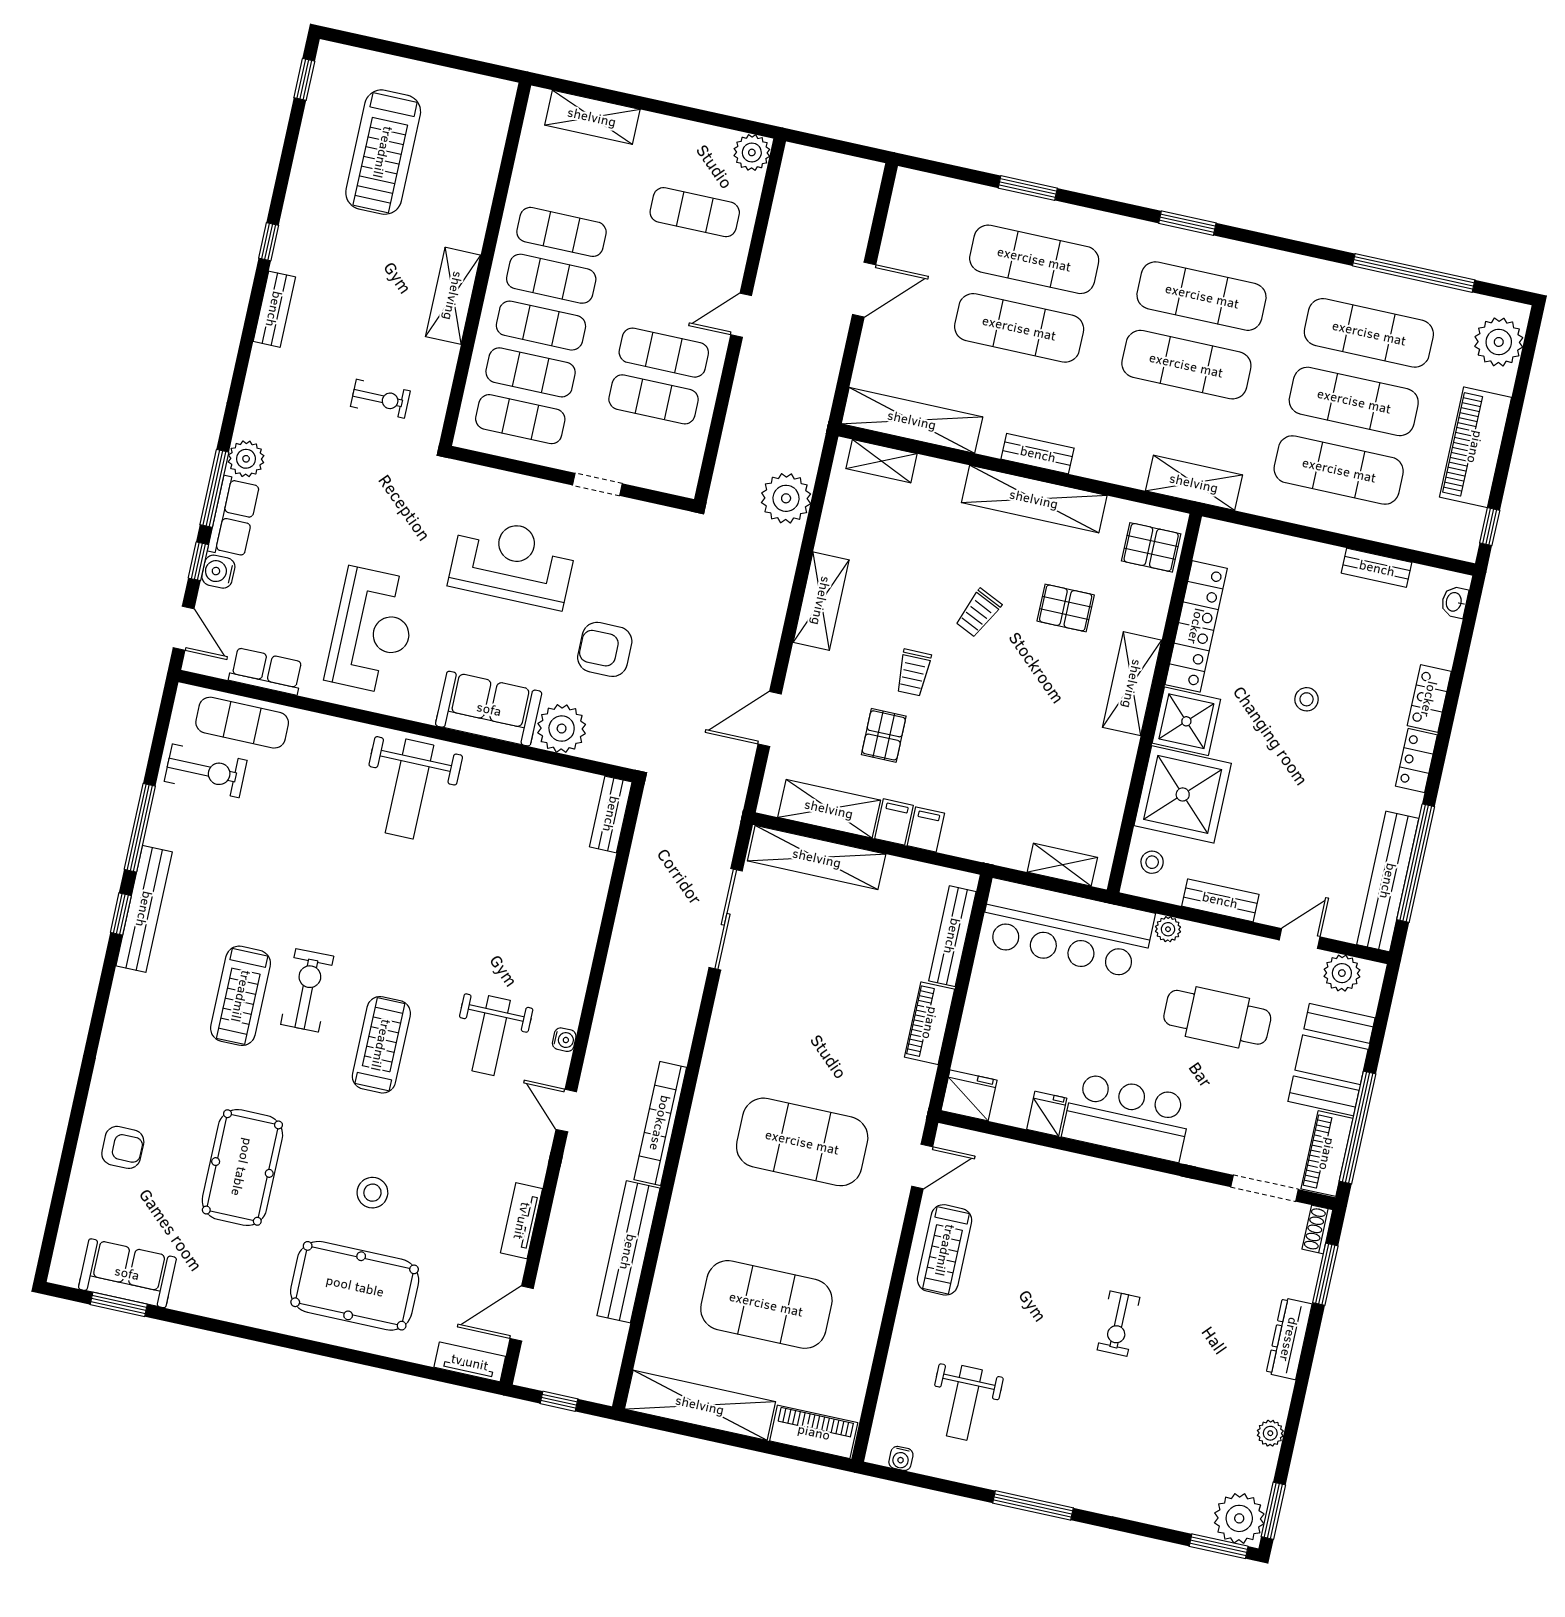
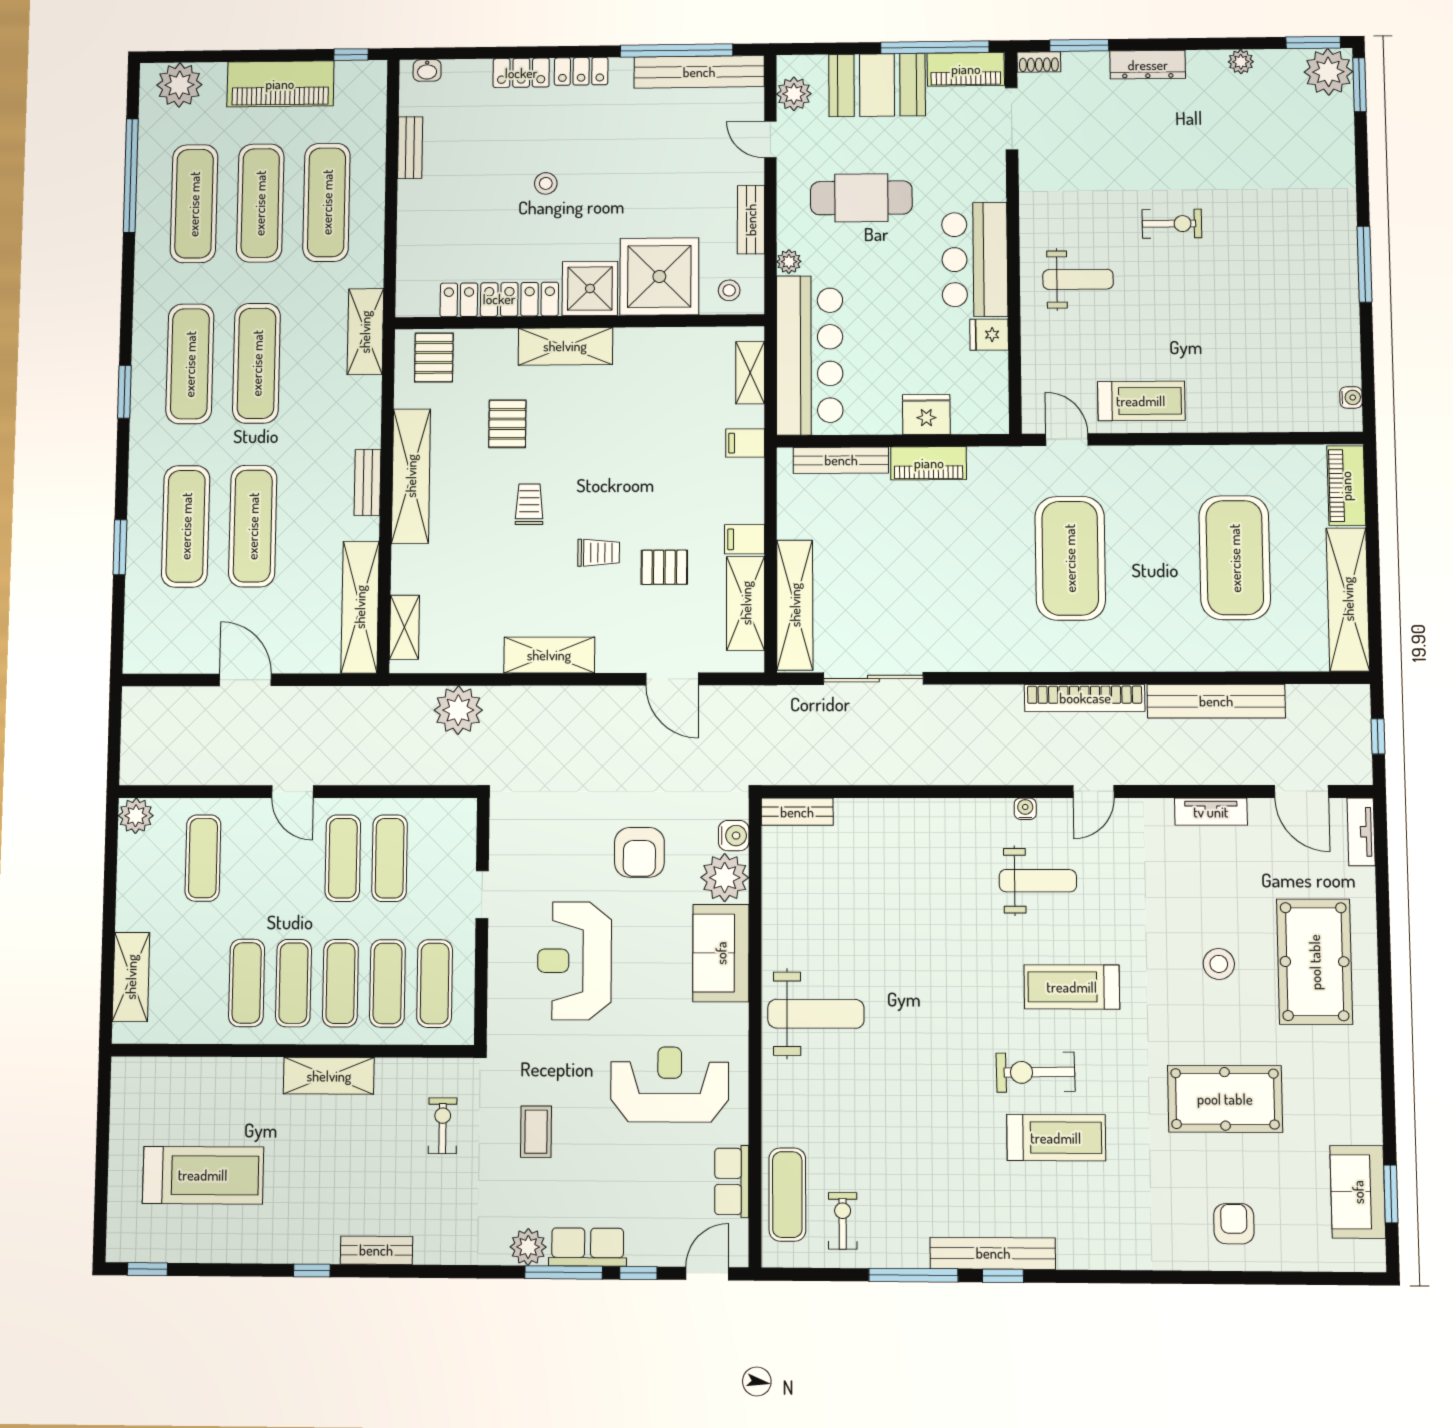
coffee table: (355, 490) -> (536, 1132), added
water cooler: (218, 572) -> (734, 836), moved, turned -90
trolley: (978, 613) -> (529, 504), turned -115
exercise bike: (206, 771) -> (843, 1221), width x0.73, depth x0.72
filing cabinet: (926, 829) -> (745, 443), moved
cafe table: (1217, 1017) -> (861, 198), turned 90
fridge: (969, 1095) -> (926, 414), moved, turned 90
weight bench: (964, 1403) -> (1078, 279), moved

